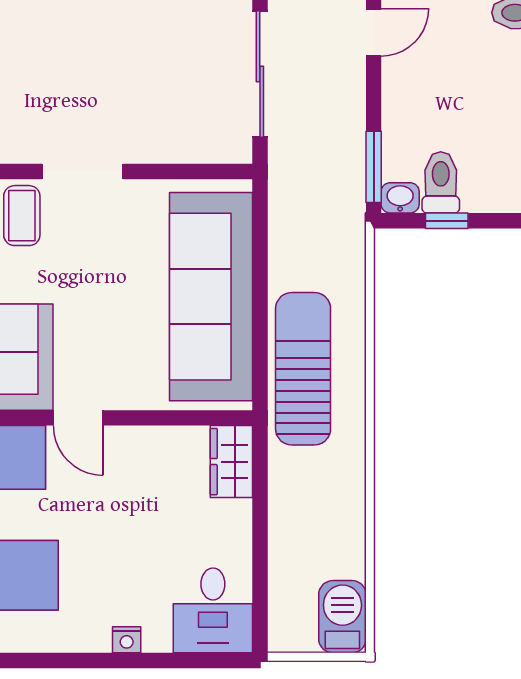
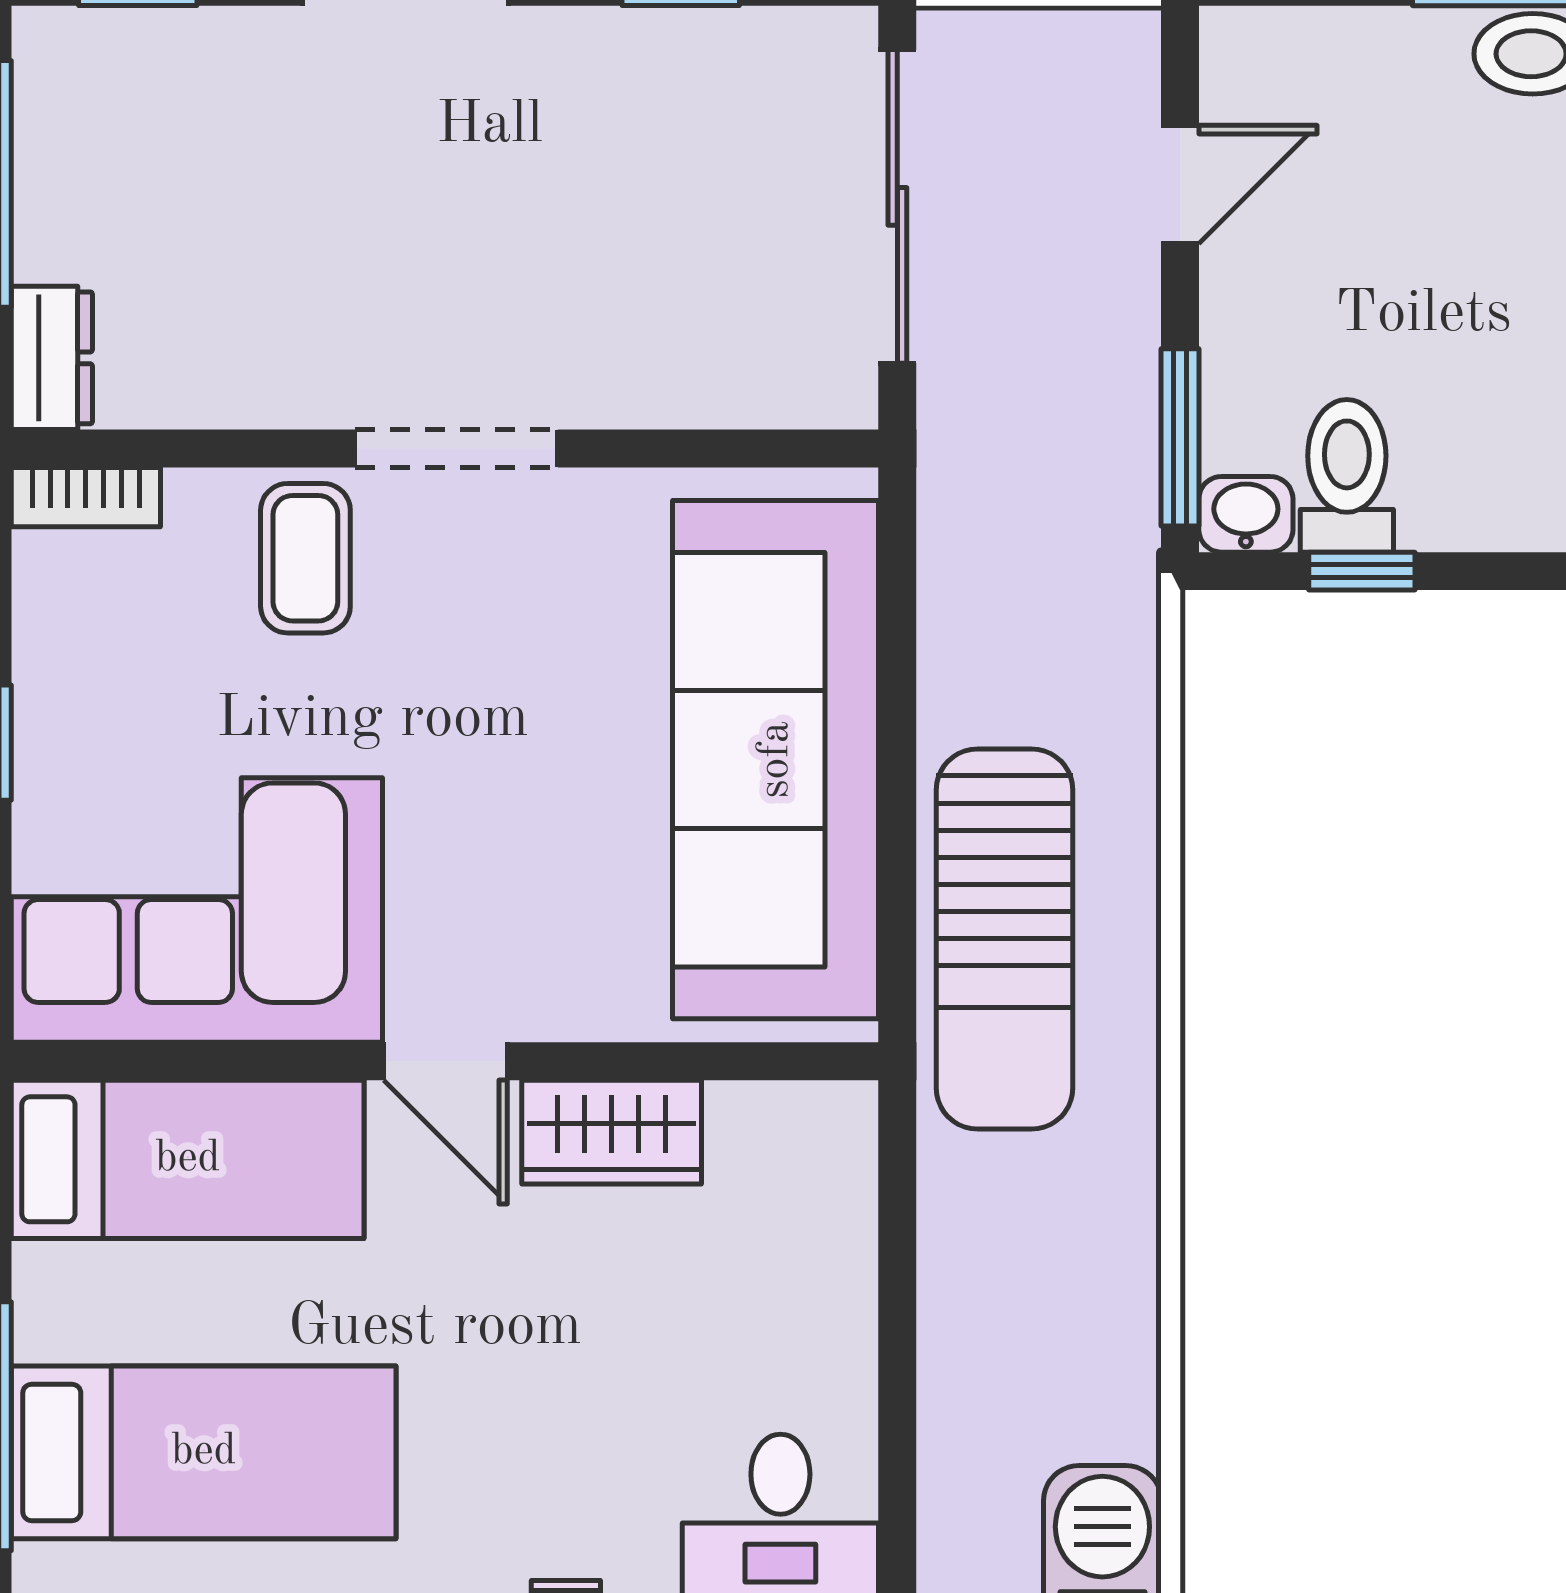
door: (374, 32) -> (1180, 185), moved
sun lounger: (303, 369) -> (1005, 939), turned 180
wardrobe: (231, 462) -> (612, 1132), moved, turned -90

